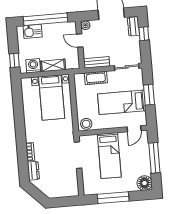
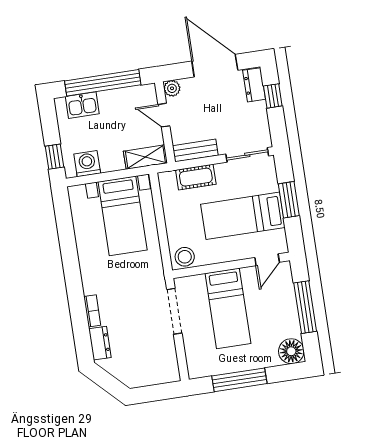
shelving: (53, 65) -> (145, 157), moved

